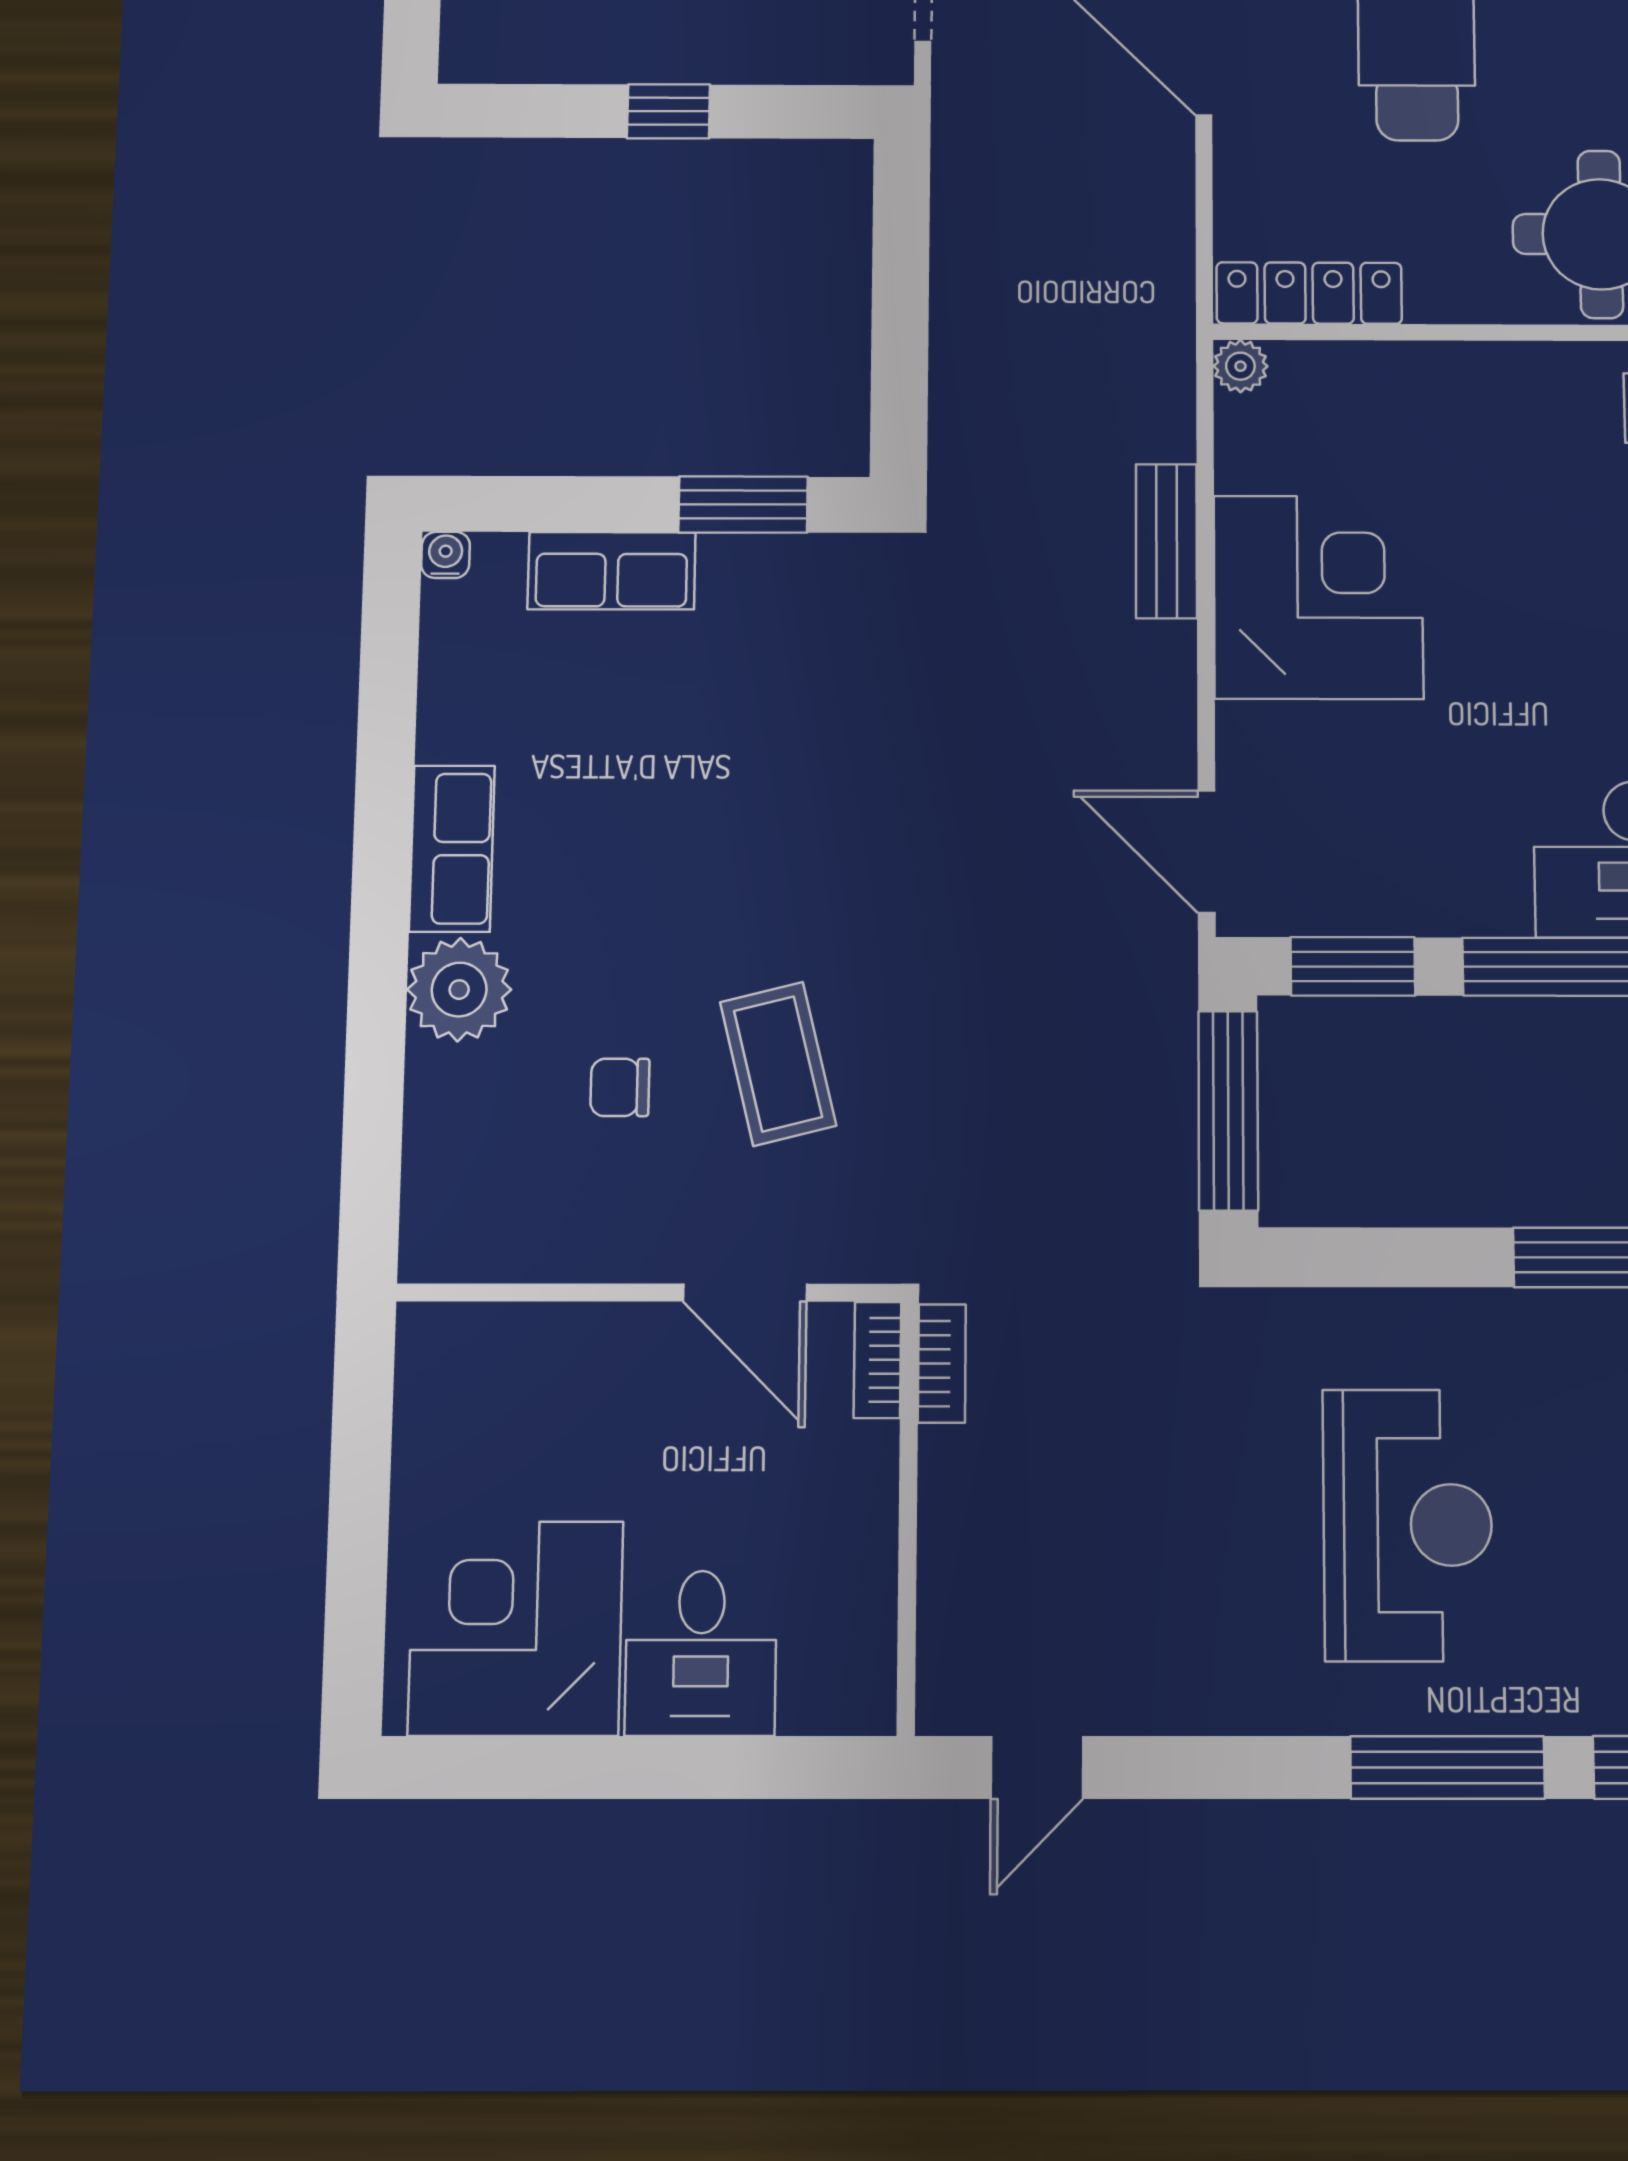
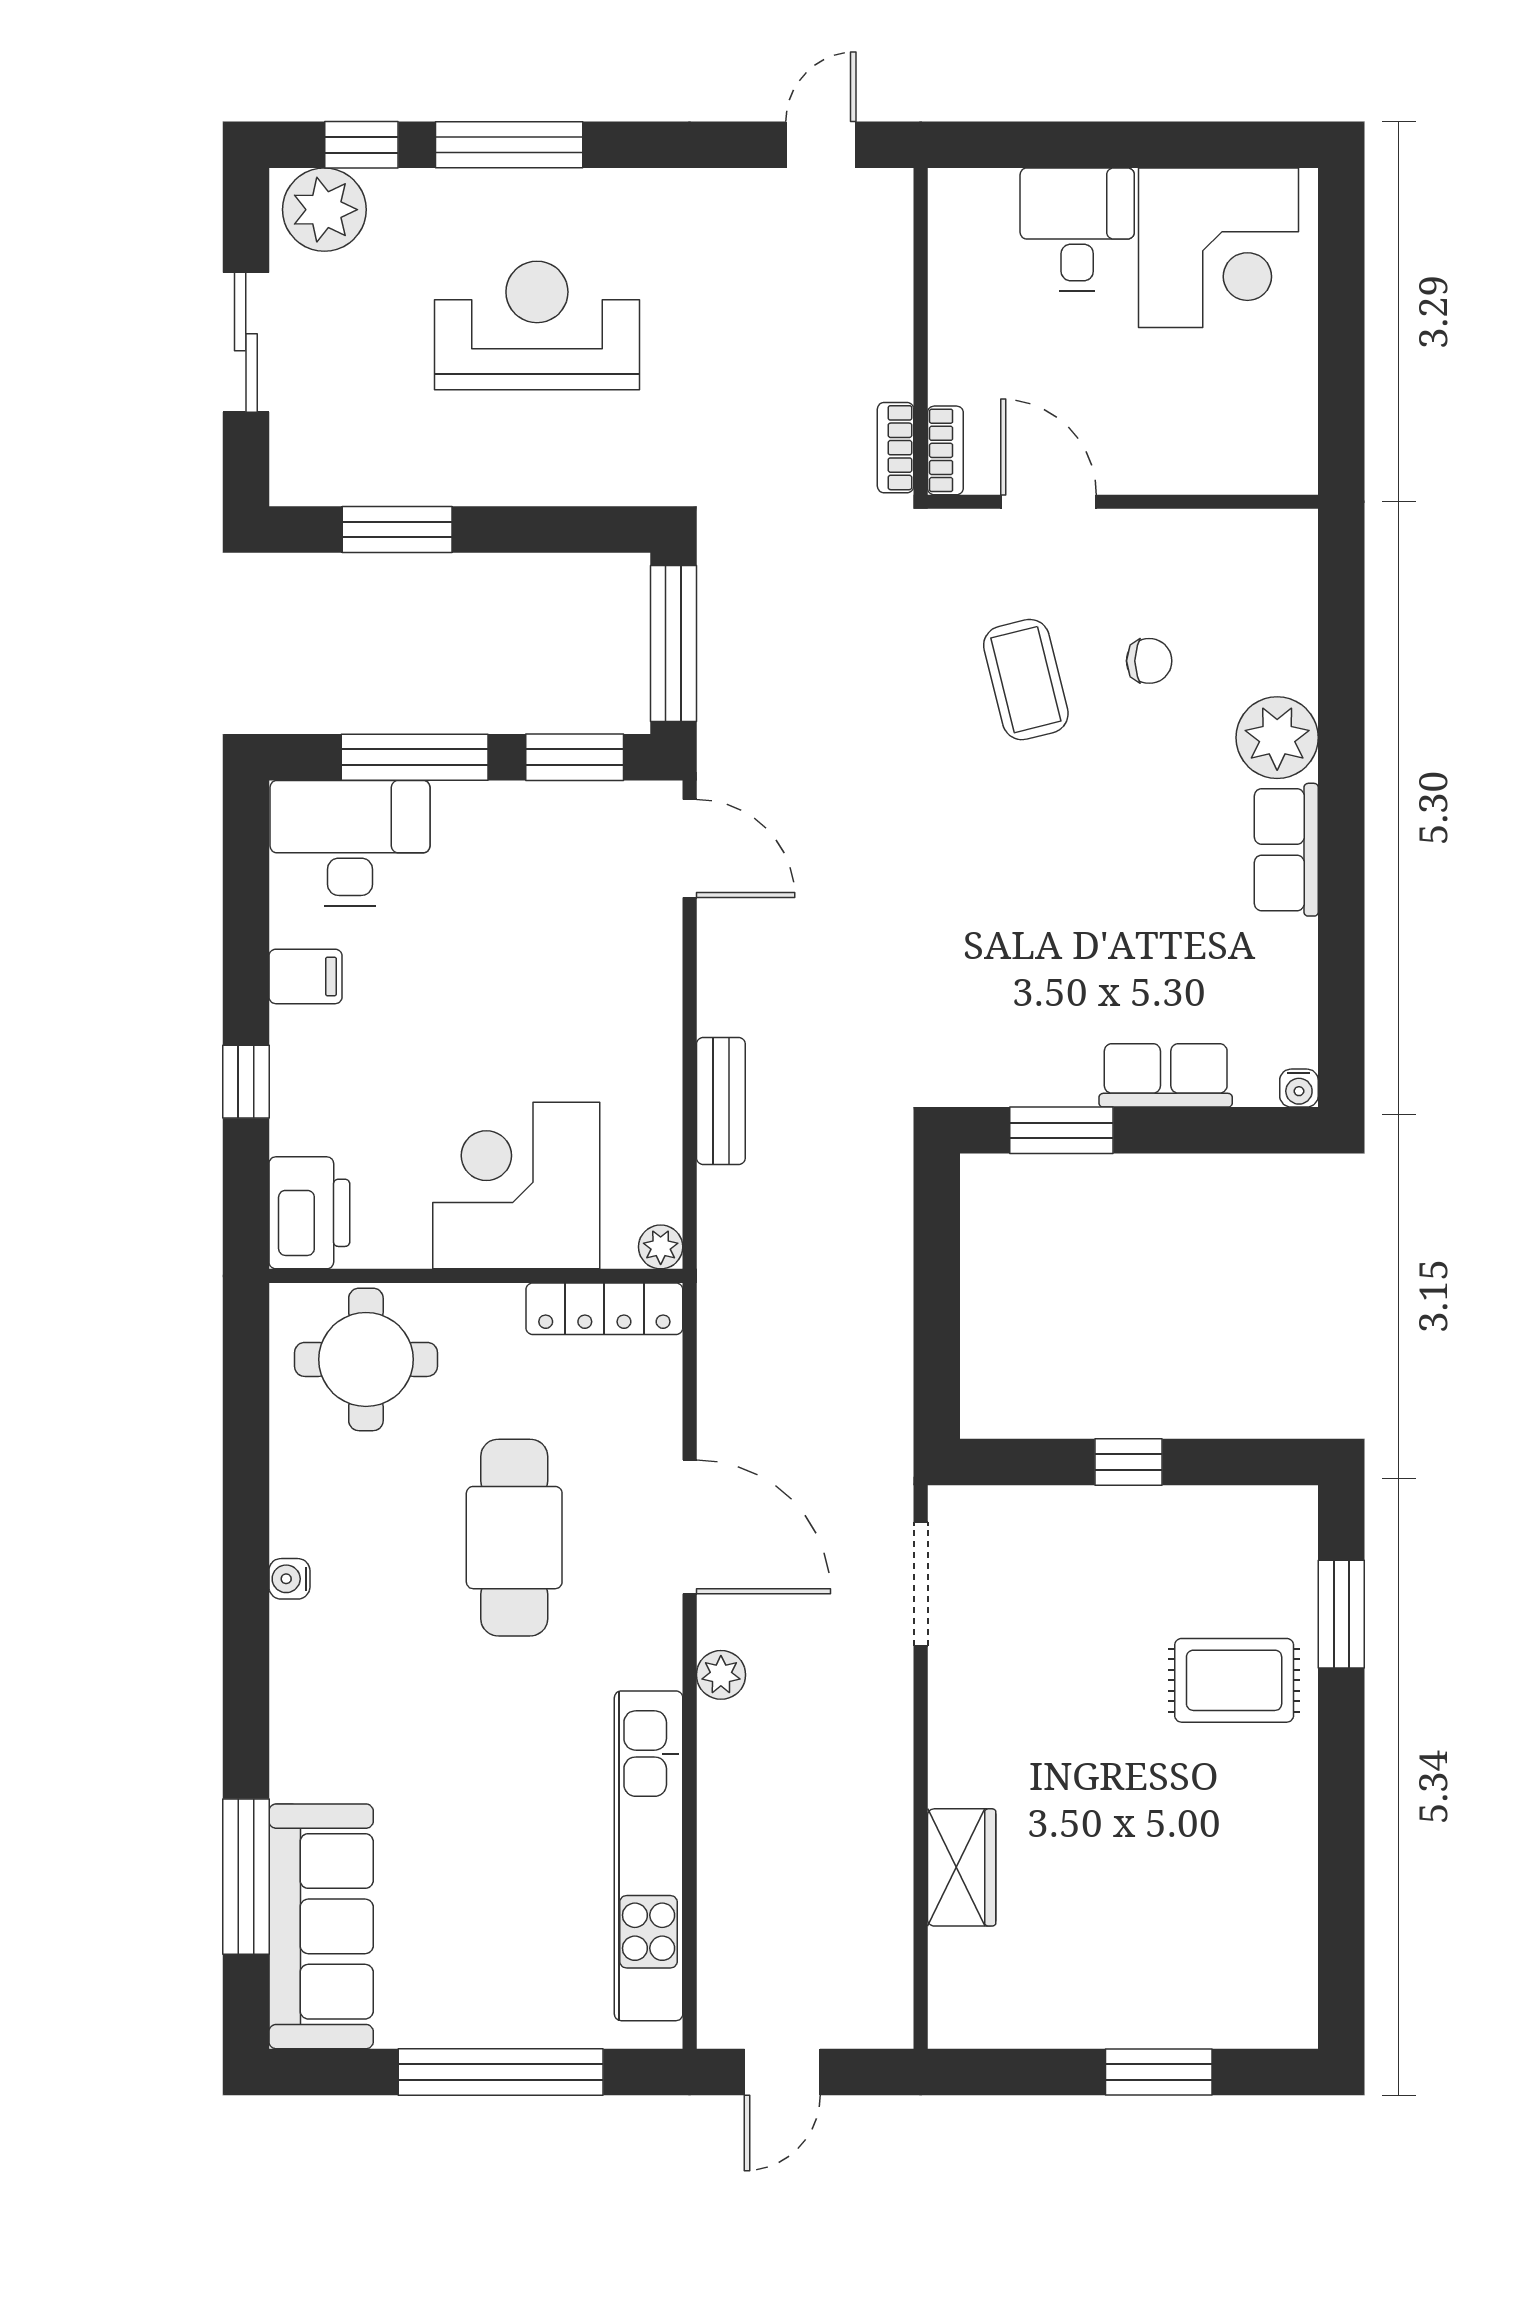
corner desk: (1318, 597) -> (516, 1186), moved, turned 90
reception desk: (1408, 1525) -> (537, 325), turned 90

